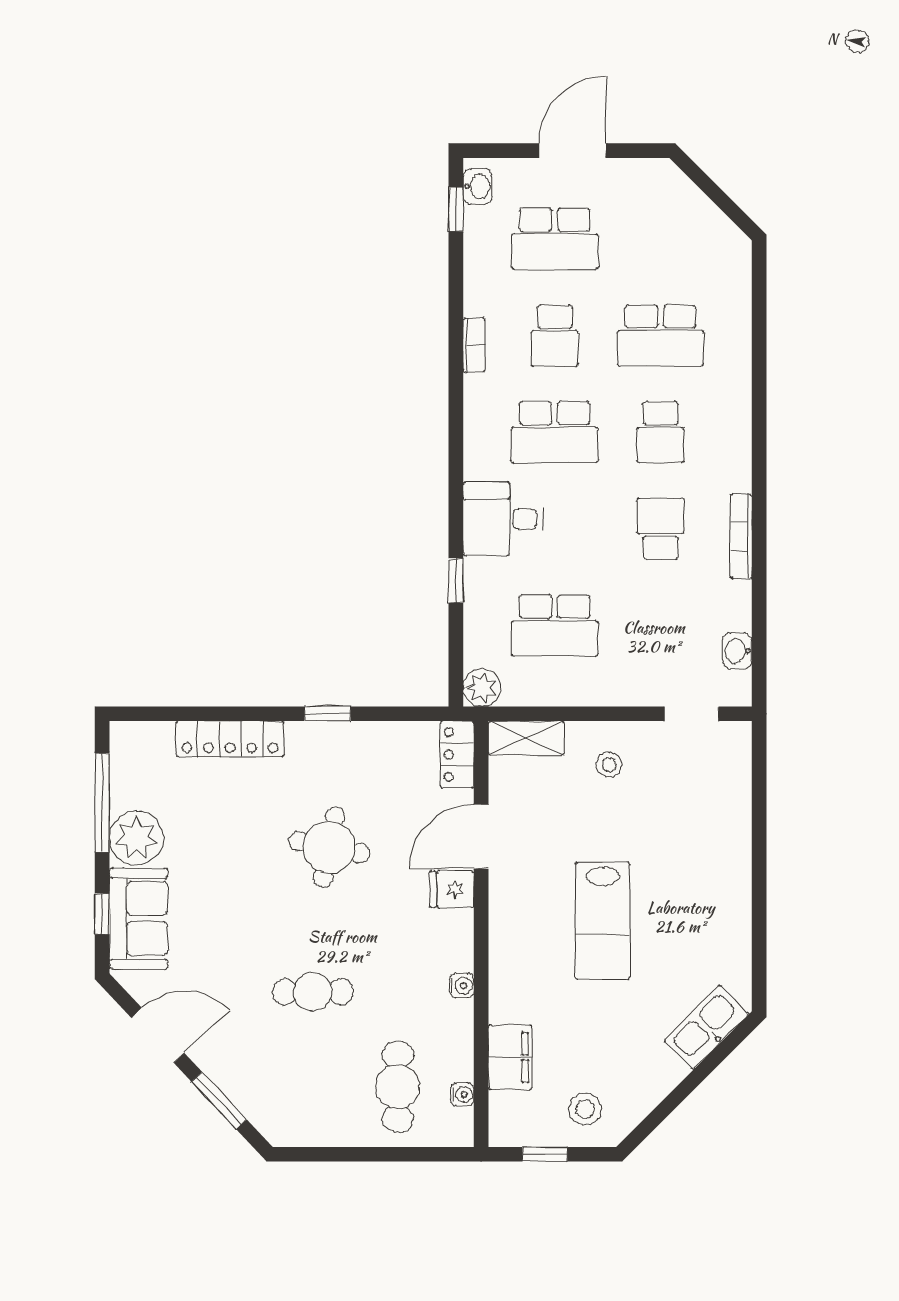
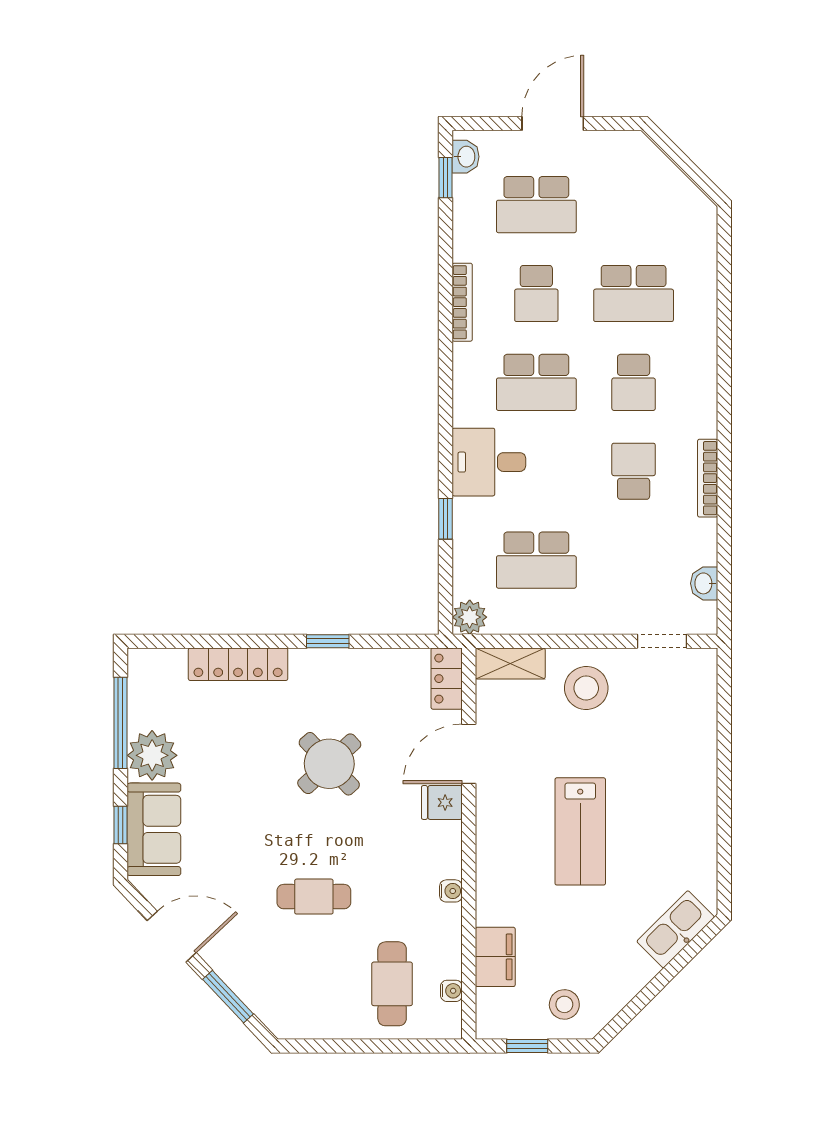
bookcase: (474, 345) -> (462, 302), width x1.56
stool: (609, 765) -> (586, 688), width x1.89, depth x1.89
round table: (329, 847) -> (329, 764), turned 36

